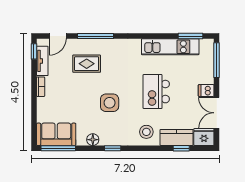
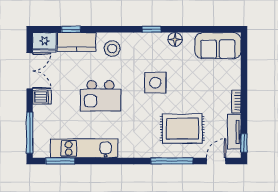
rug: (87, 64) -> (182, 129), width x1.36, depth x1.43
kitchen island: (156, 92) -> (100, 96), turned 90
window: (58, 148) -> (216, 29), removed

